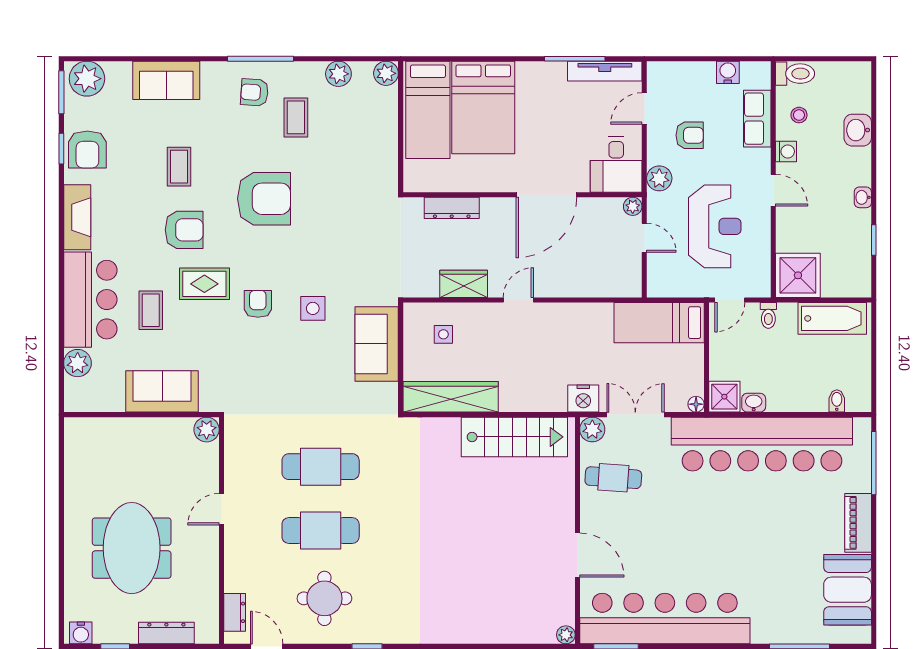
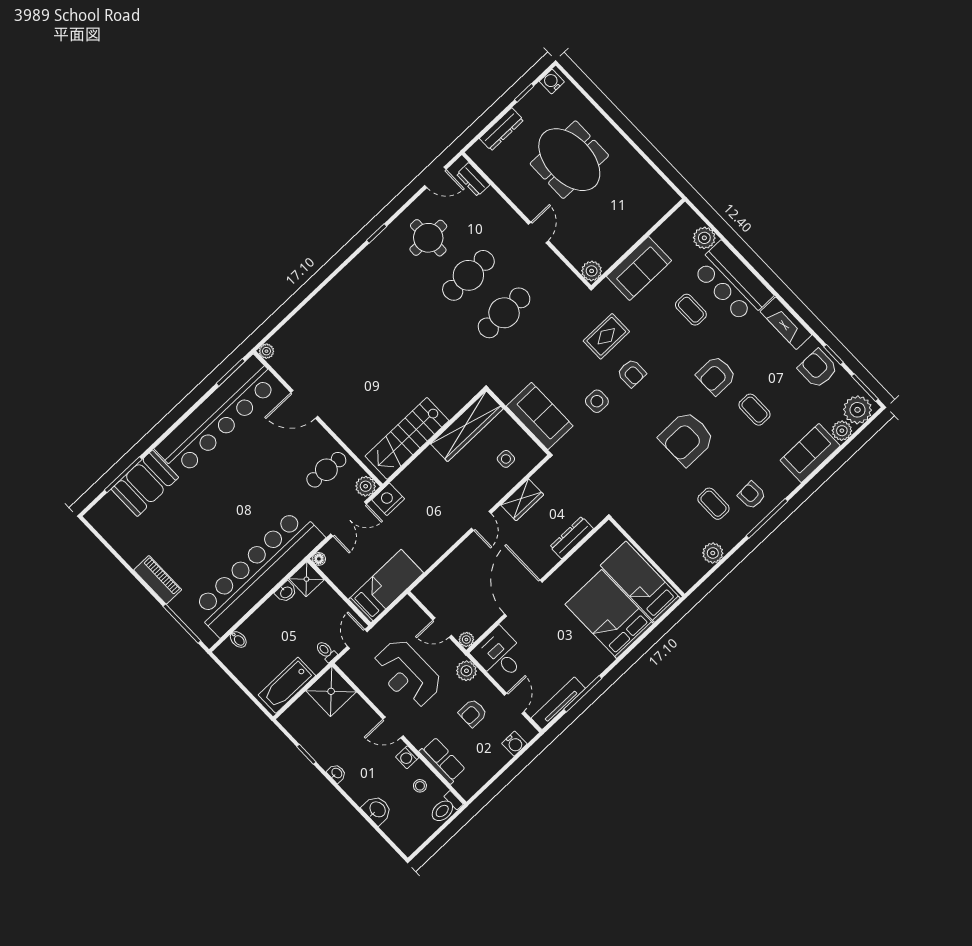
water cooler: (728, 72) -> (514, 744), moved
plant: (386, 73) -> (842, 431), moved
armchair: (254, 92) -> (752, 495), turned -97
rug: (204, 284) -> (606, 336), moved
booth: (848, 590) -> (145, 483), moved, turned 90

